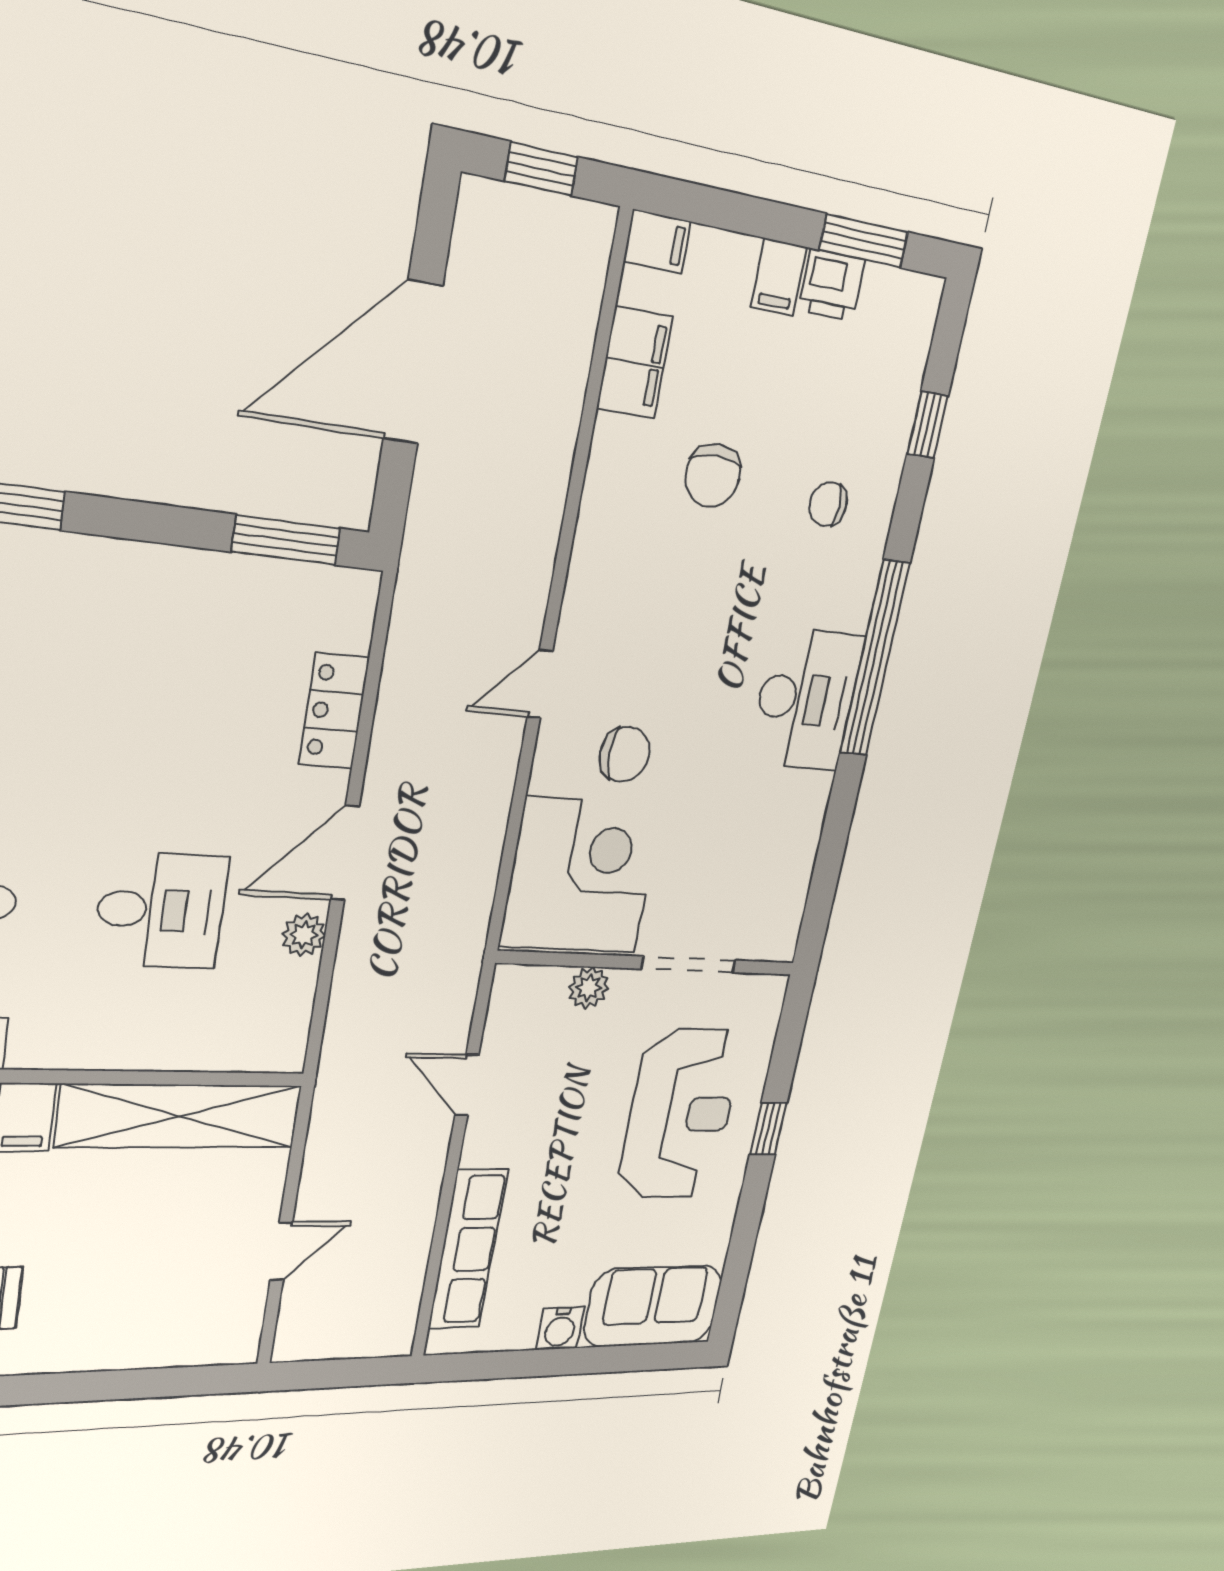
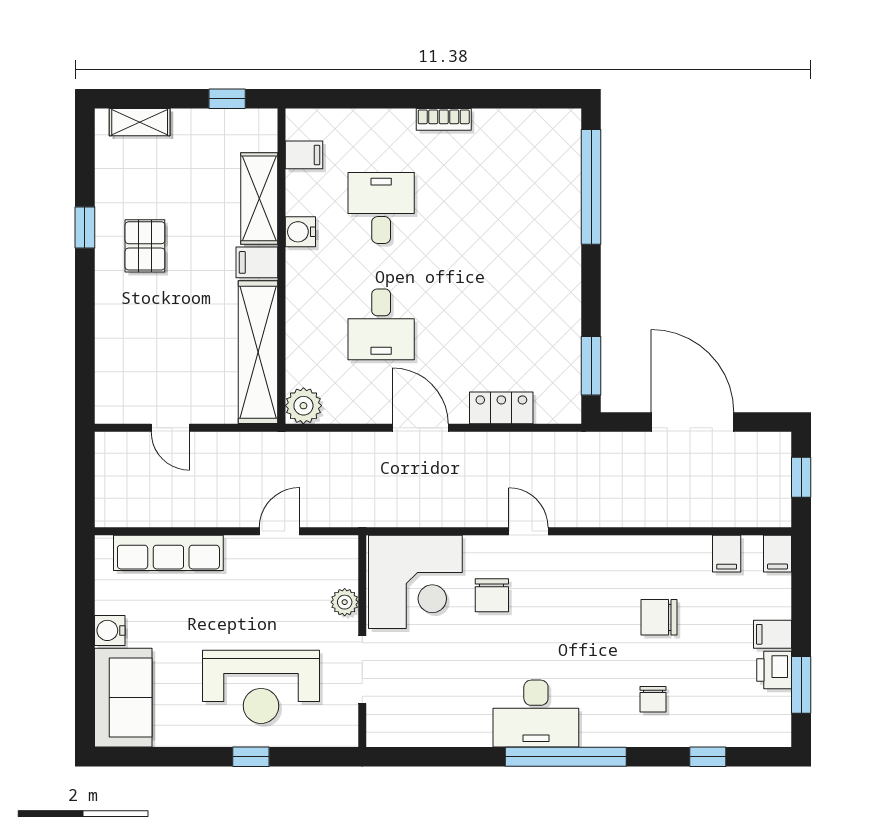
filing cabinet: (635, 363) -> (727, 554), width x0.50
chair: (828, 504) -> (653, 699), turned 180
plant: (304, 935) -> (303, 406), moved, width x1.38, depth x1.38

